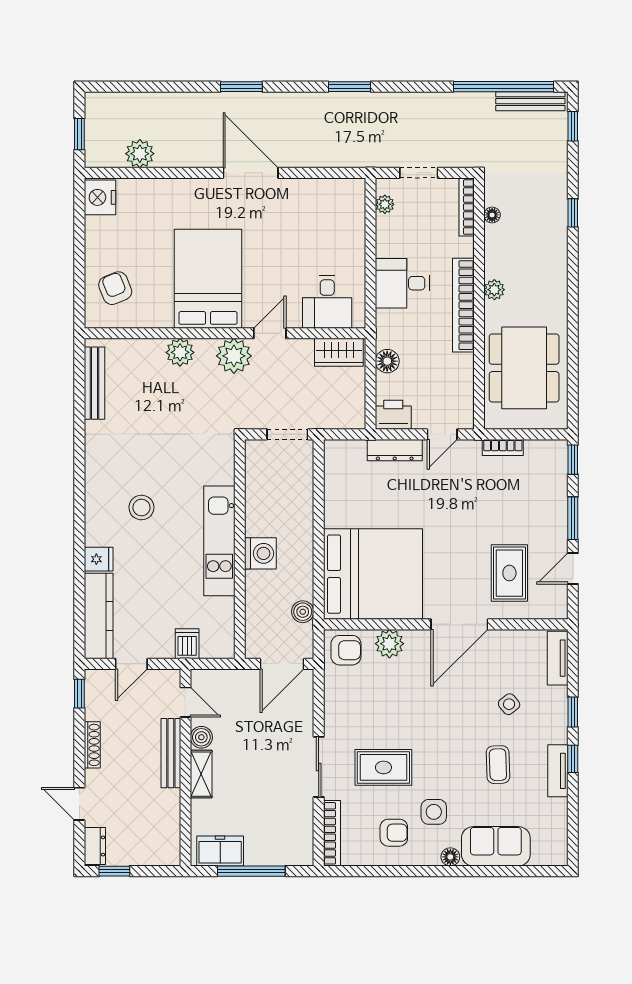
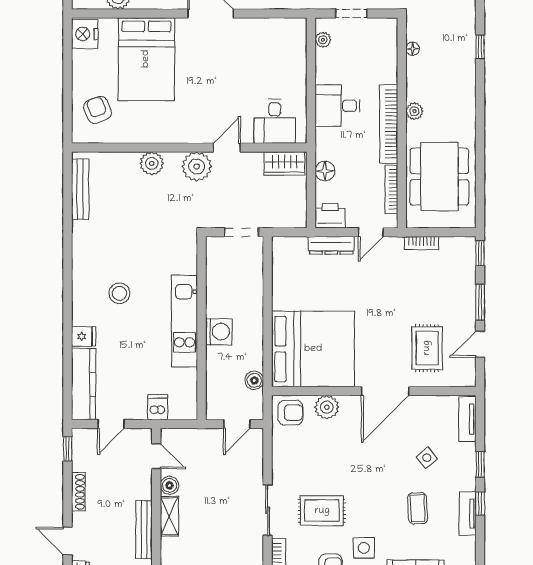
bookcase: (467, 207) -> (391, 189), moved
bed: (208, 279) -> (146, 59), moved, turned 180
door: (282, 664) -> (237, 424), width x0.73
bench: (171, 753) -> (144, 530), moved

